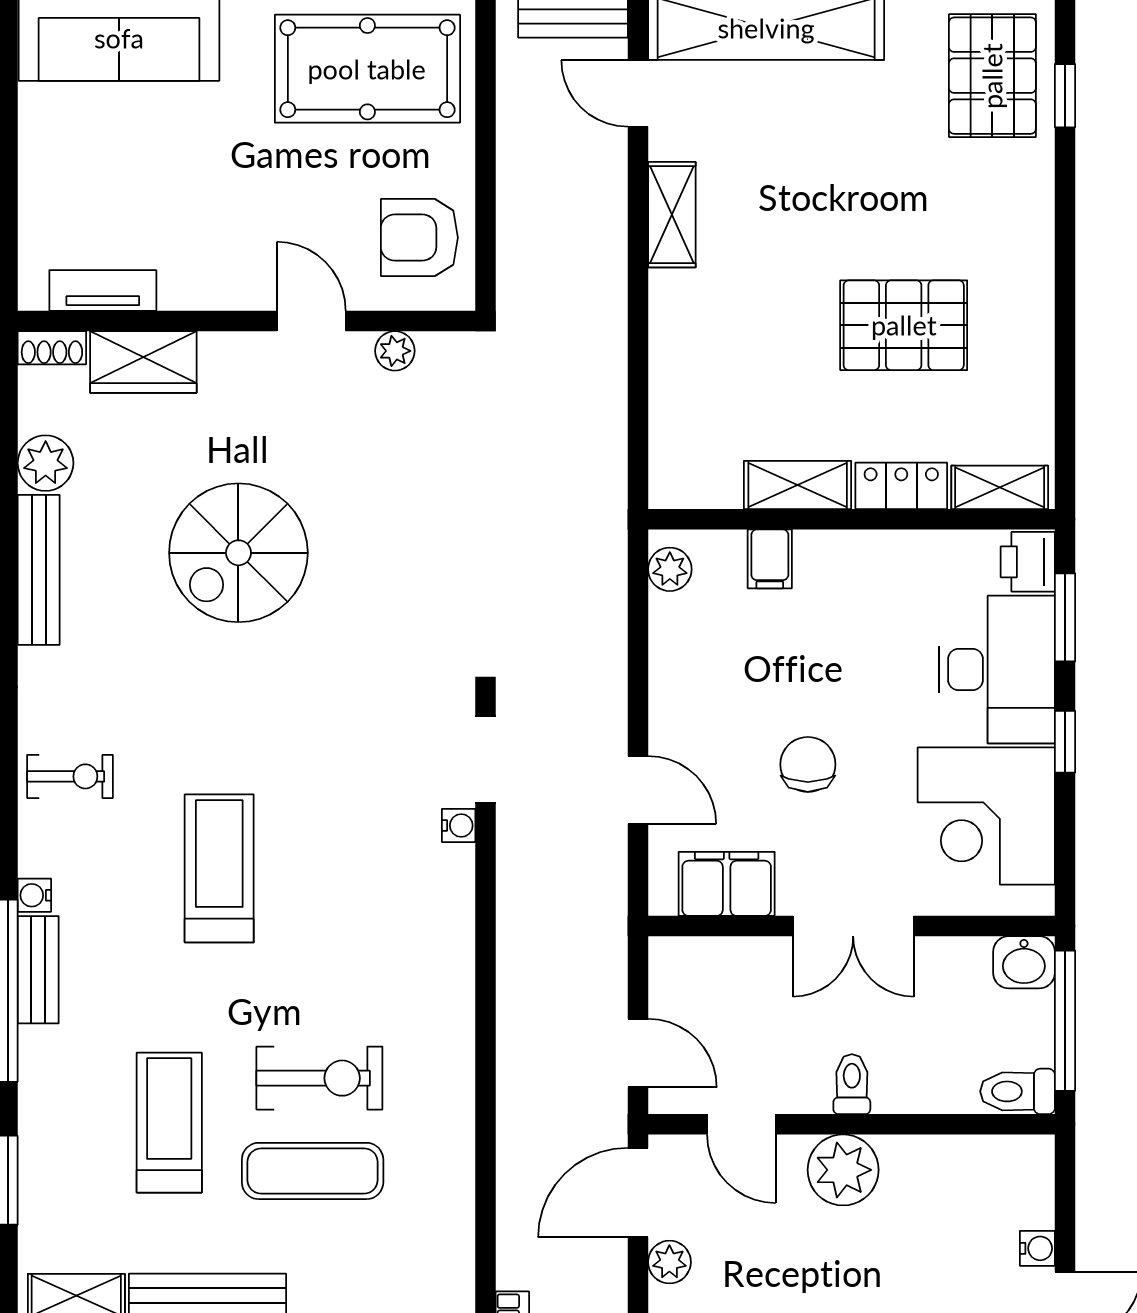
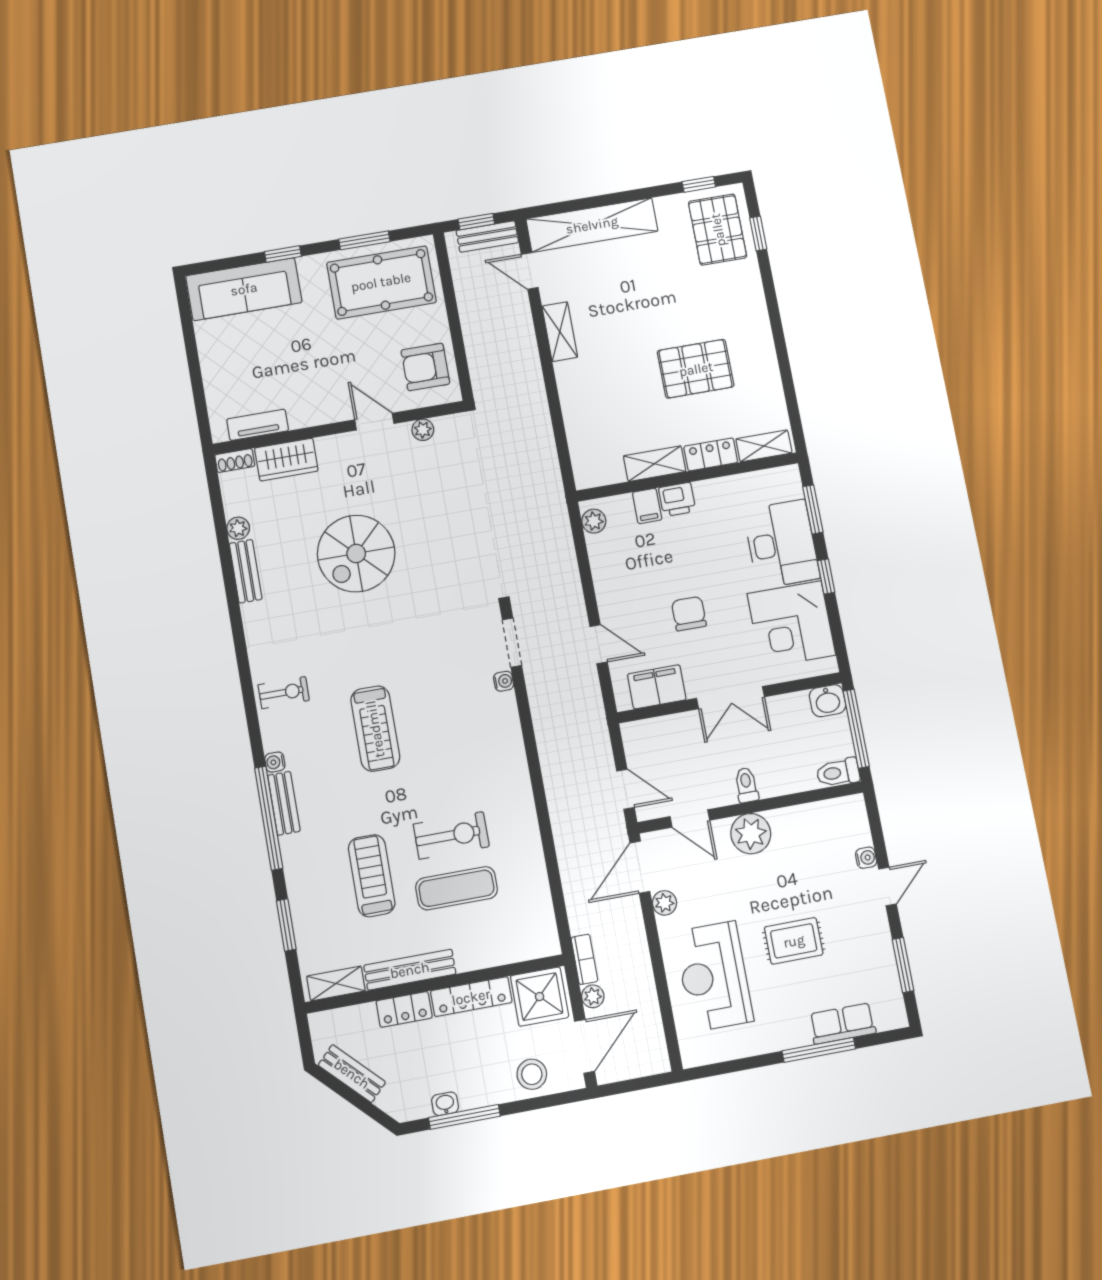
plant: (46, 463) -> (238, 528), width x0.73, depth x0.73
printer: (1028, 562) -> (677, 499), moved, turned -90
bench: (39, 570) -> (246, 571), width x0.73
treadmill: (219, 868) -> (375, 729), turned 180

